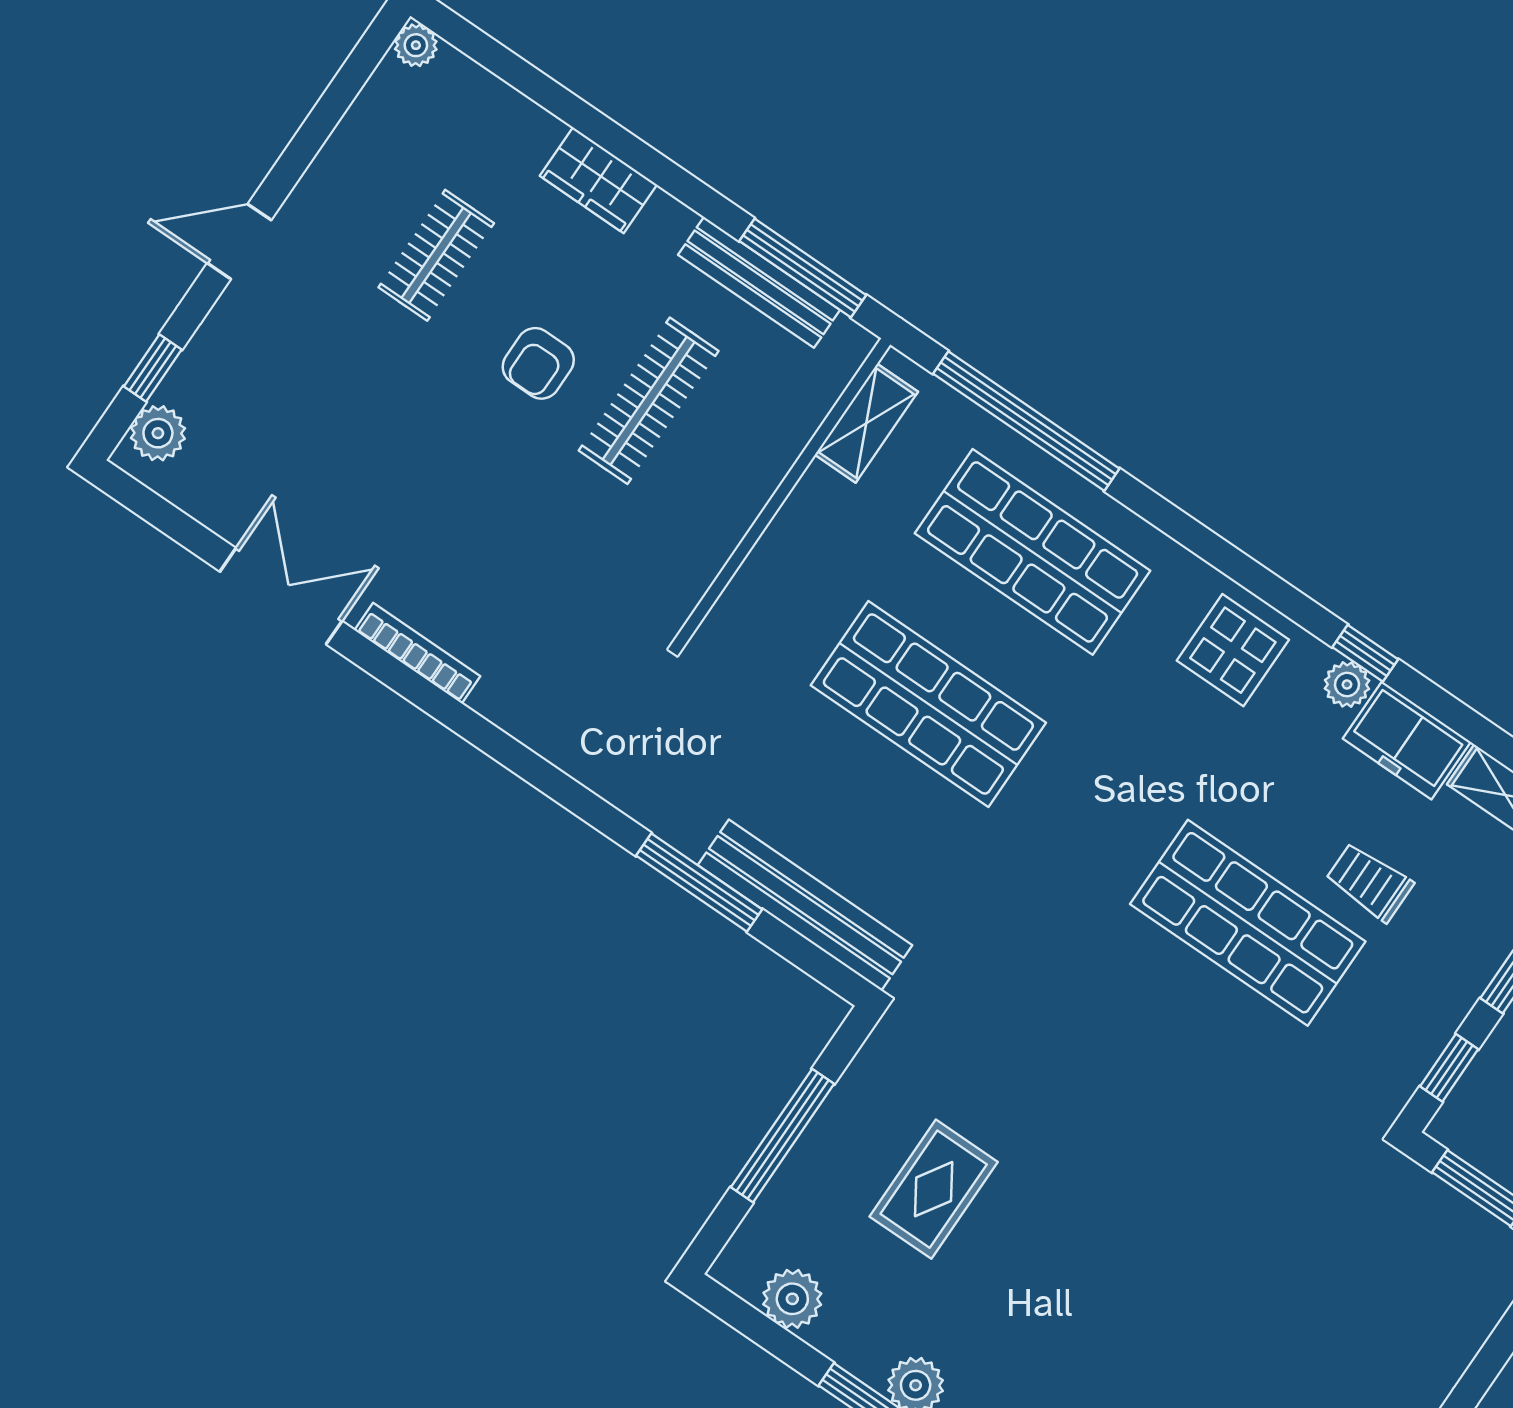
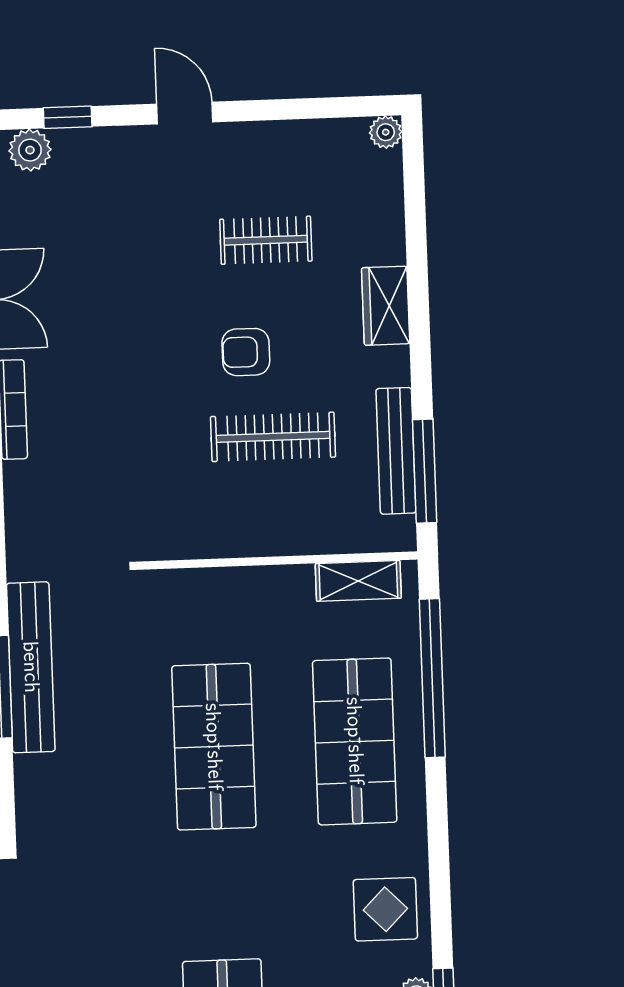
bench: (805, 905) -> (31, 667), moved

